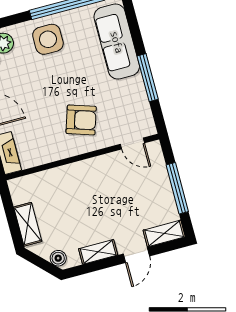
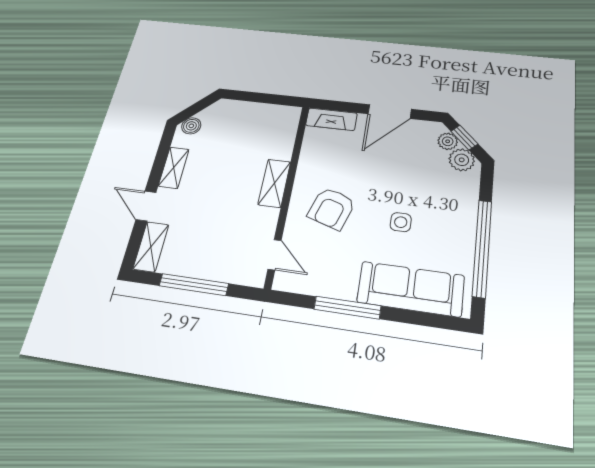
side table: (48, 39) -> (401, 222), moved, width x0.54, depth x0.54
door: (132, 144) -> (275, 255), swing flipped
shelving: (28, 224) -> (274, 183), moved, turned 90

